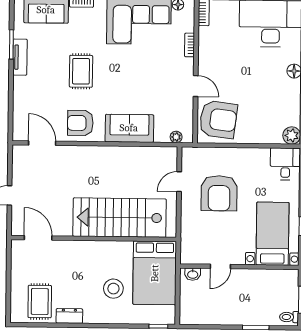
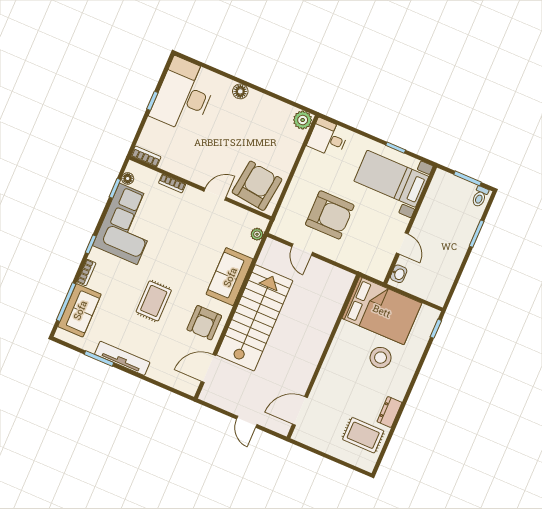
tv unit: (20, 57) -> (122, 358), width x1.41
rug: (81, 71) -> (154, 301), turned 90
stairs: (120, 218) -> (255, 318), moved, turned 180

